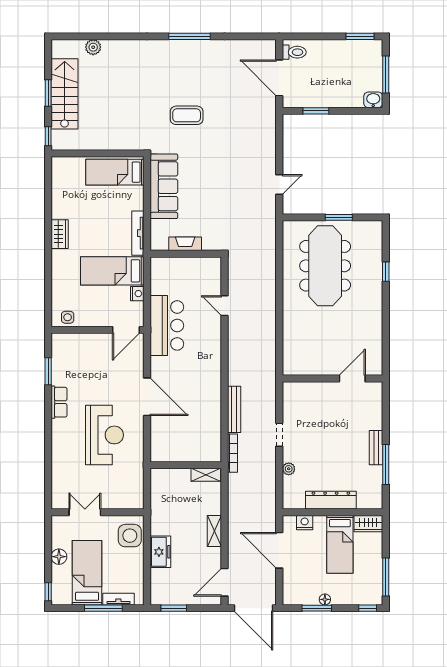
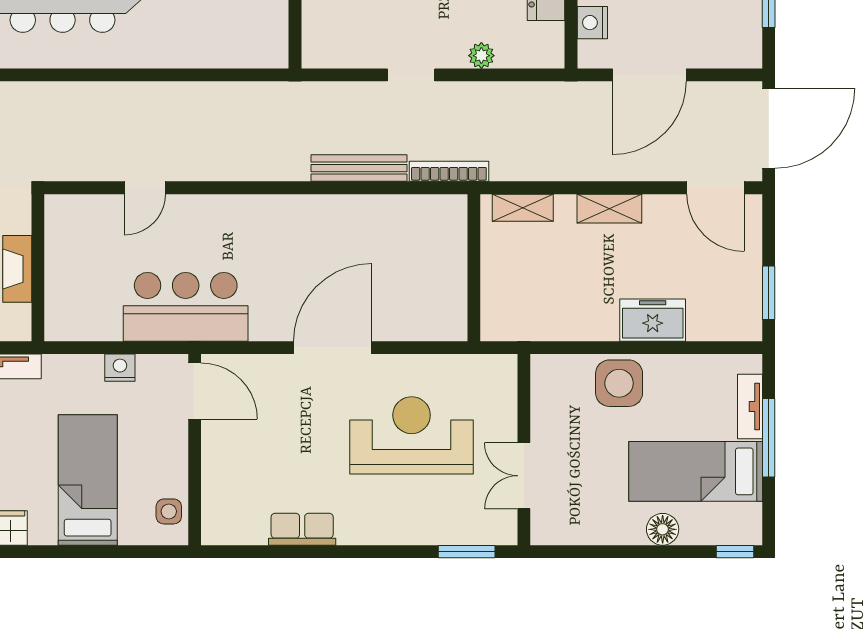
bed: (112, 271) -> (88, 480), moved, turned 180
window: (48, 371) -> (467, 552), moved
row of seats: (59, 402) -> (302, 529), moved
shelving: (206, 475) -> (523, 208), moved, turned 90
double door: (85, 512) -> (524, 476), moved
wall: (98, 512) -> (524, 450), moved

